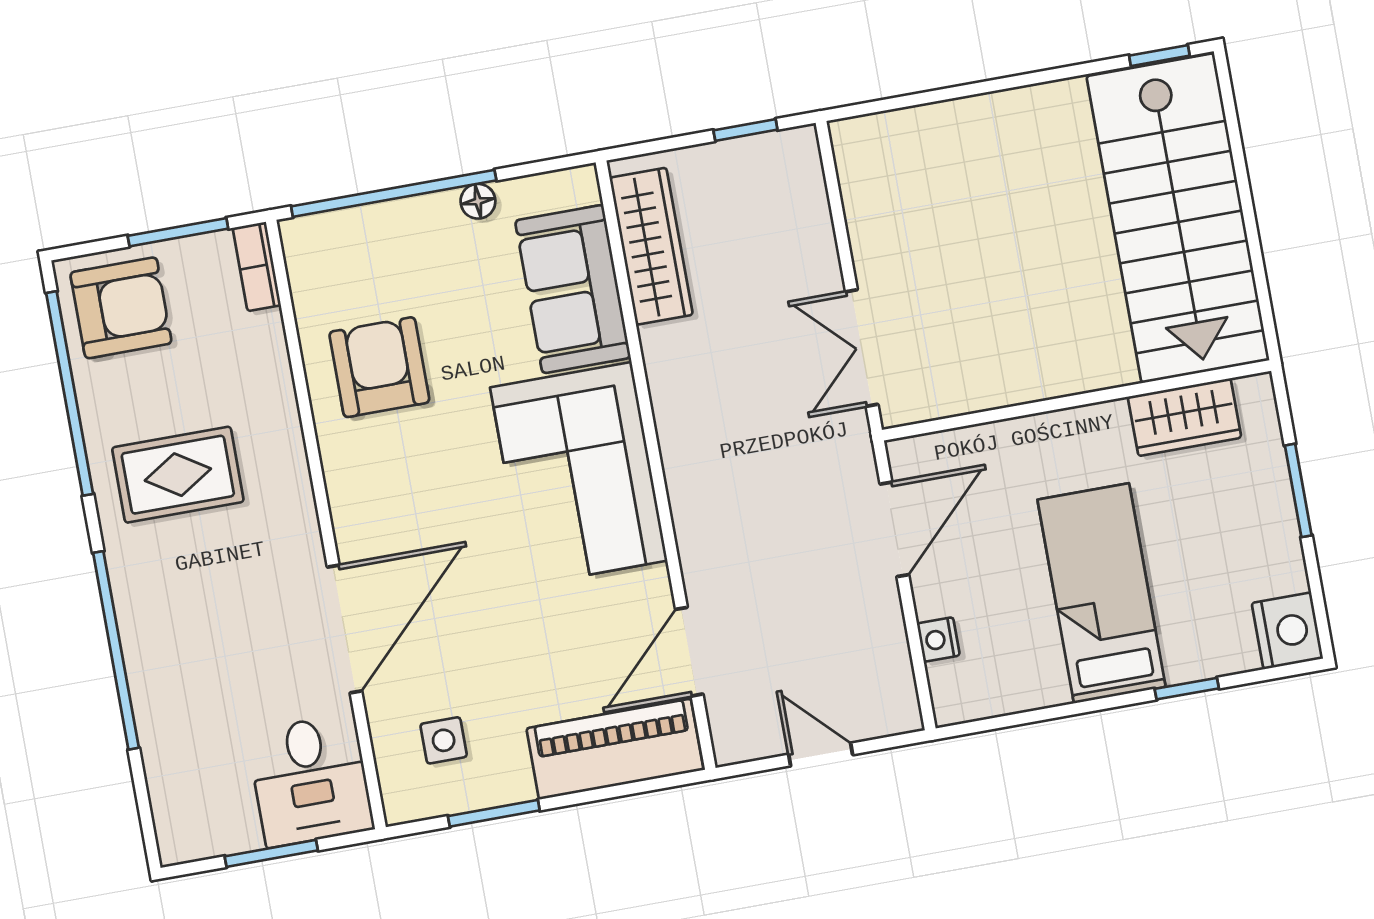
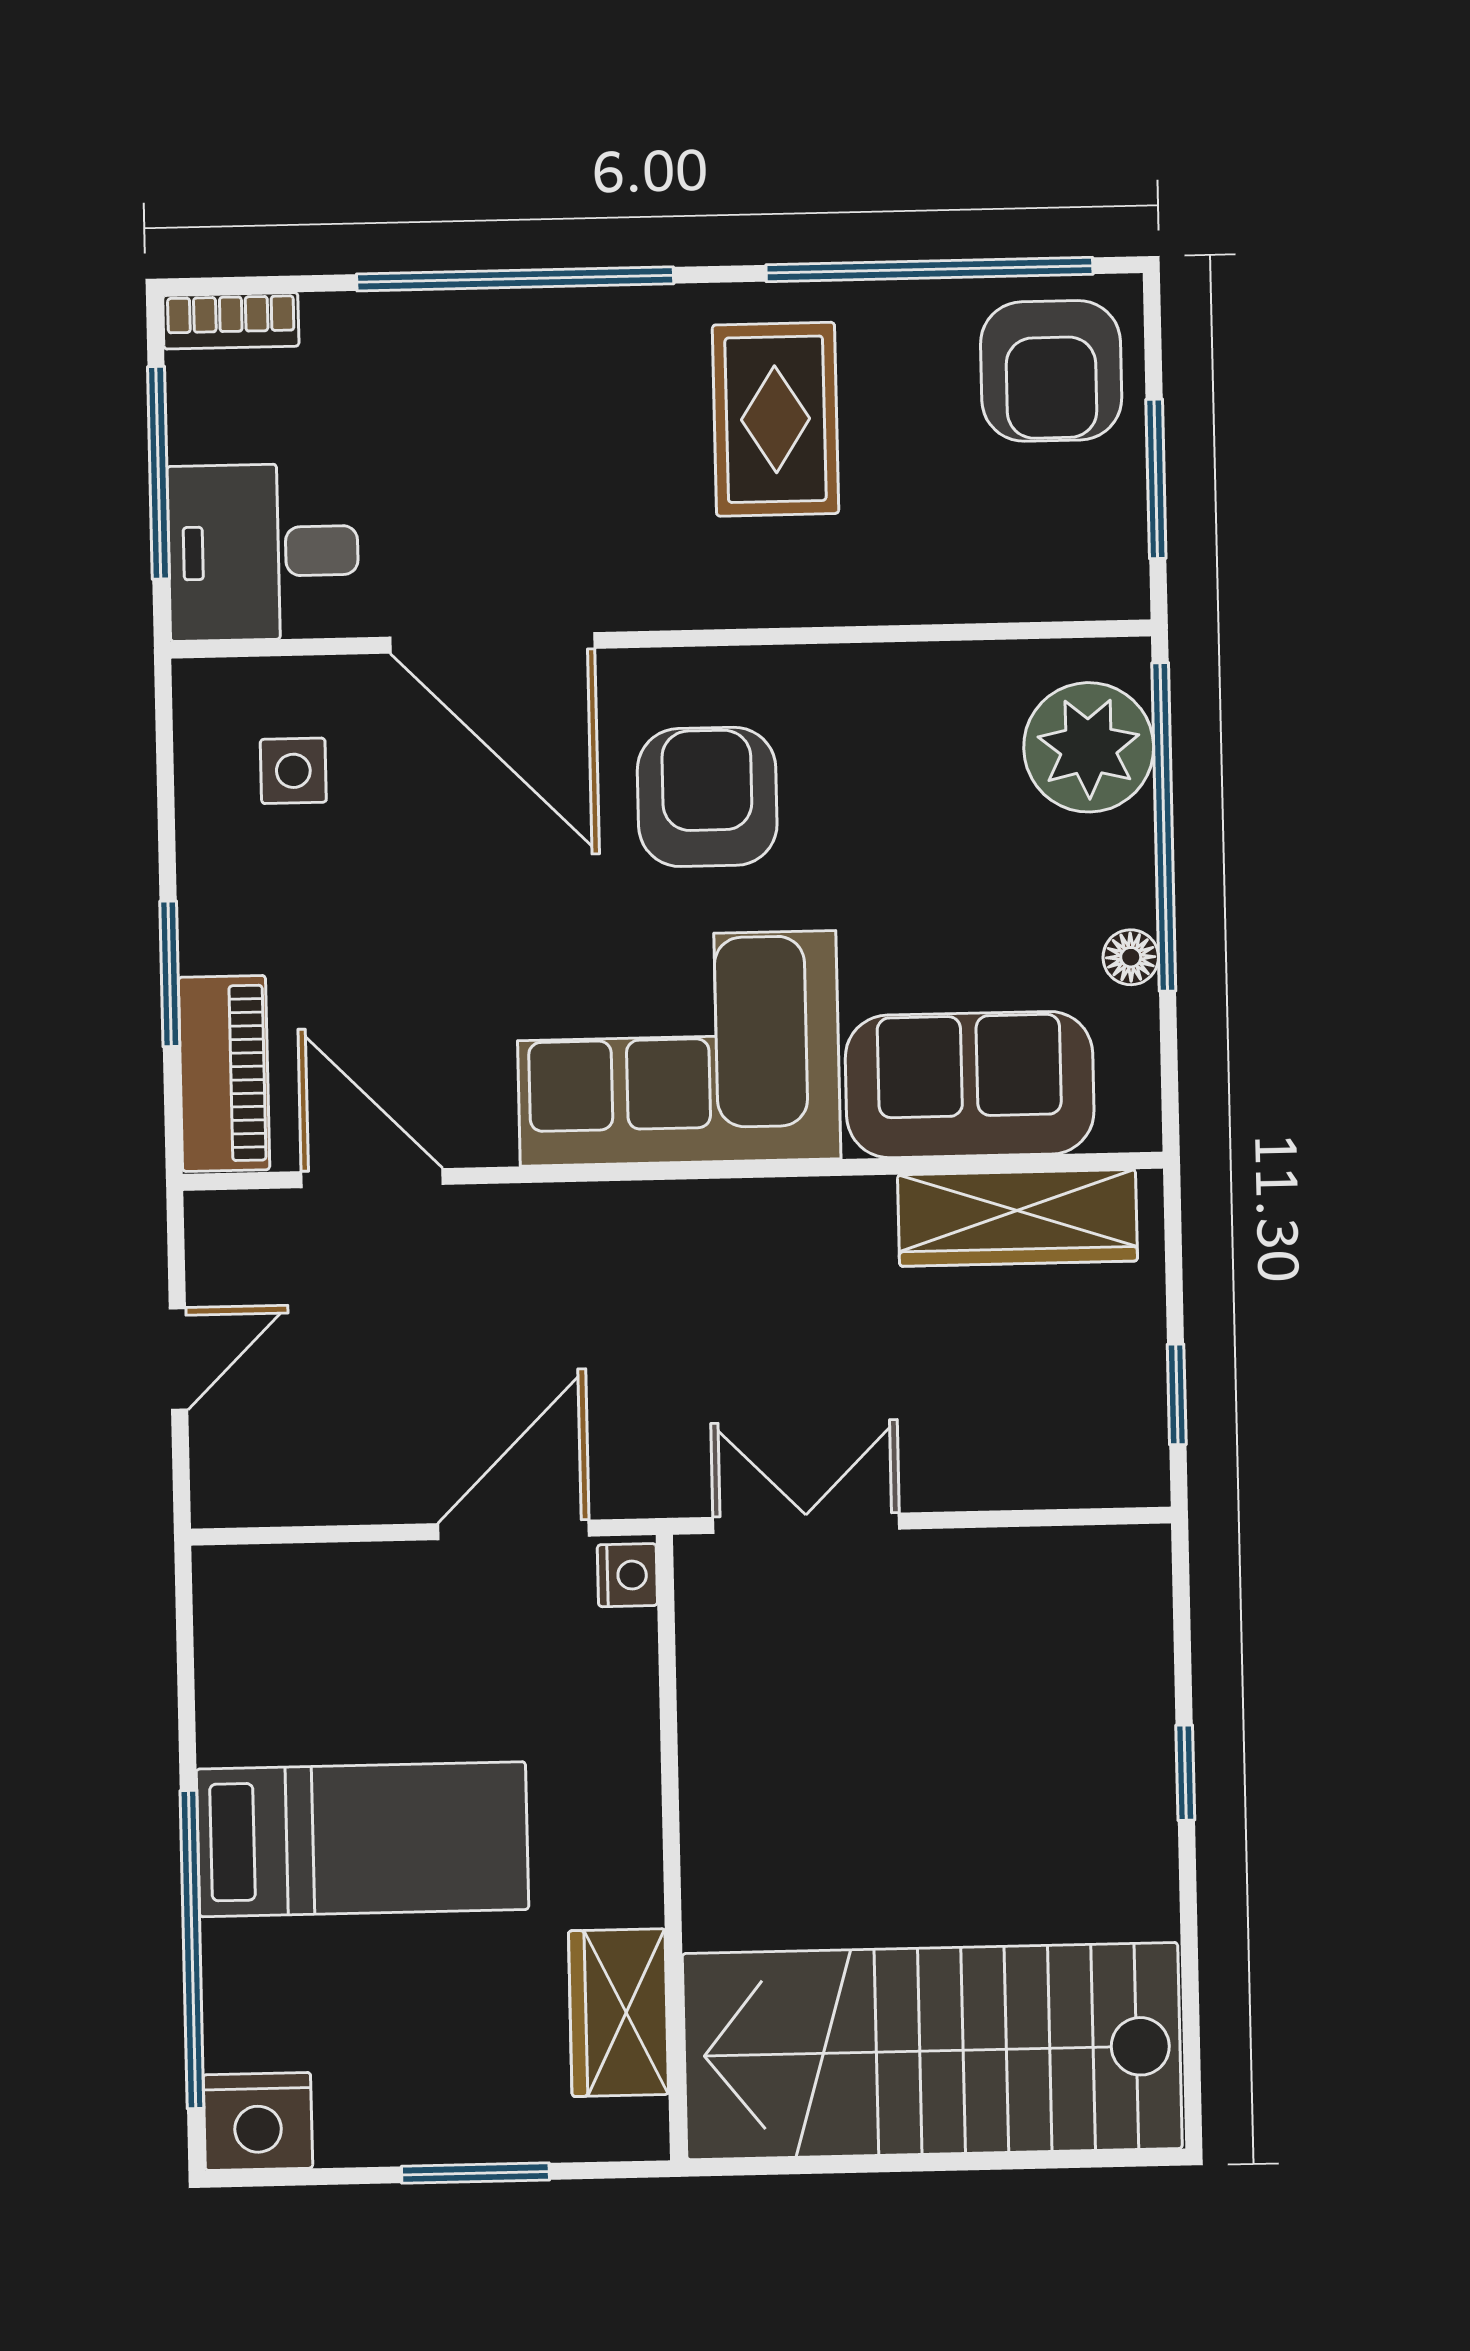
window: (1159, 56) -> (1185, 1773), moved
plant: (352, 248) -> (1089, 747), added
bookcase: (257, 267) -> (231, 321), moved, turned 180
armchair: (379, 367) -> (707, 797), moved, turned -90
door: (894, 529) -> (514, 1530), swing flipped
nightstand: (938, 639) -> (627, 1575), moved, turned 90
window: (1187, 689) -> (192, 1949), width x3.17
piano: (615, 749) -> (224, 1073), width x0.73, depth x0.75
window: (494, 813) -> (170, 974), moved
window: (271, 853) -> (158, 473), width x1.44

